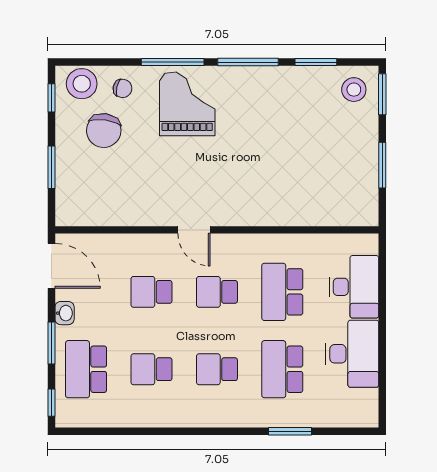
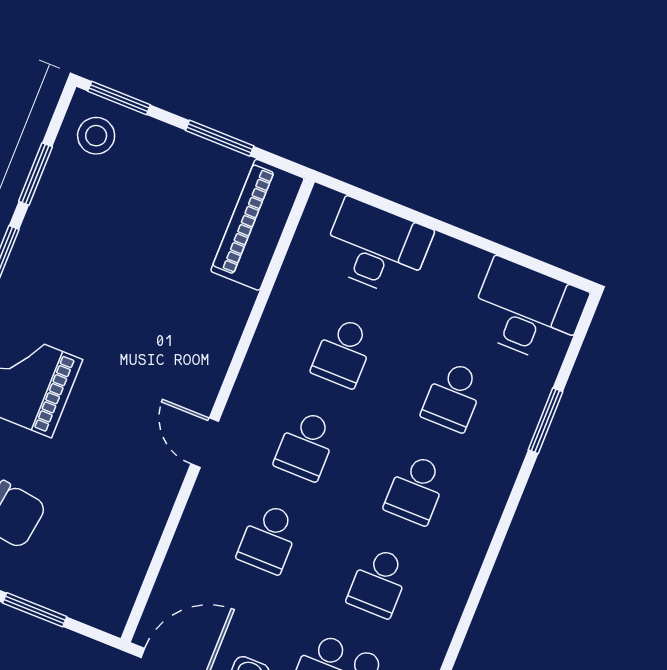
piano: (339, 209) -> (257, 225), added
door: (194, 230) -> (205, 443), swing flipped
school desk: (282, 292) -> (343, 352), width x0.54
desk: (352, 354) -> (528, 311), moved
school desk: (282, 369) -> (453, 396), width x0.54

